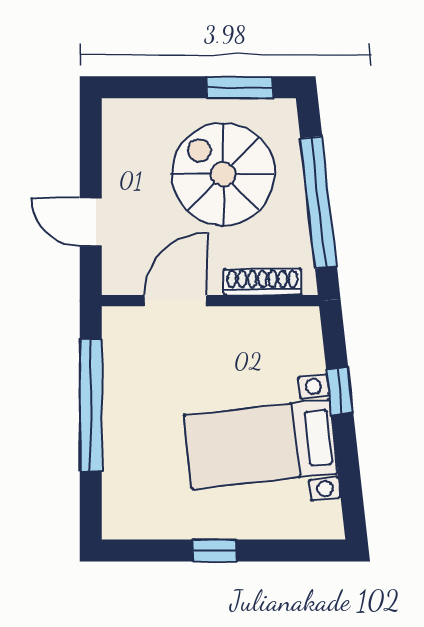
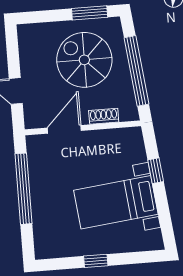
shoe rack: (262, 282) -> (104, 116), width x0.70

